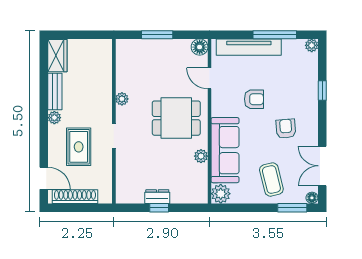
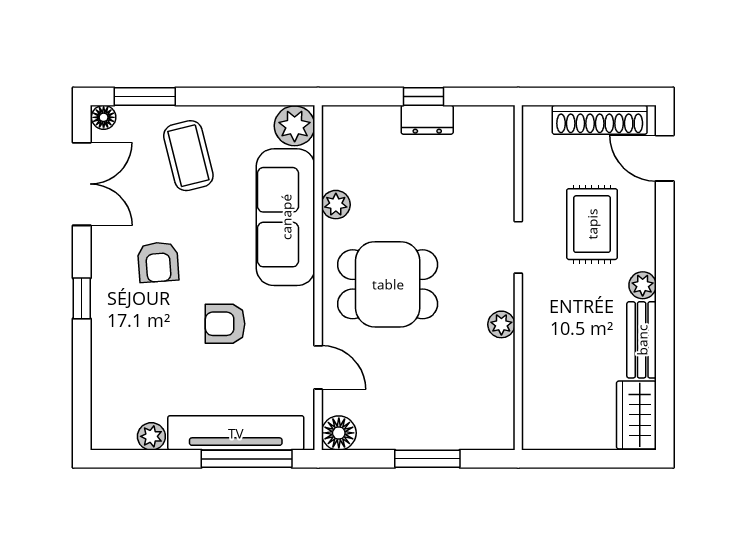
window: (275, 35) -> (247, 459), moved
plant: (312, 45) -> (151, 436), moved
window: (322, 90) -> (82, 298), moved

